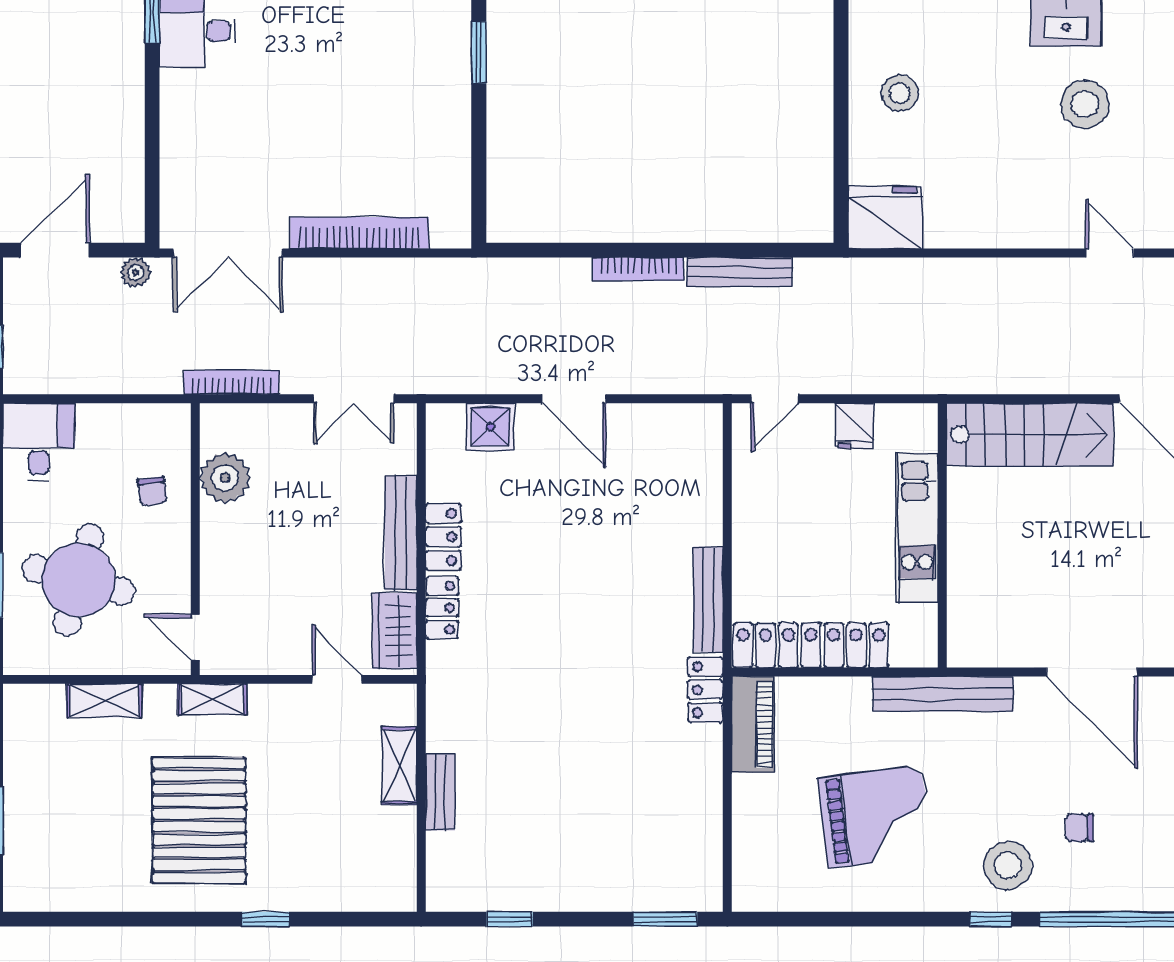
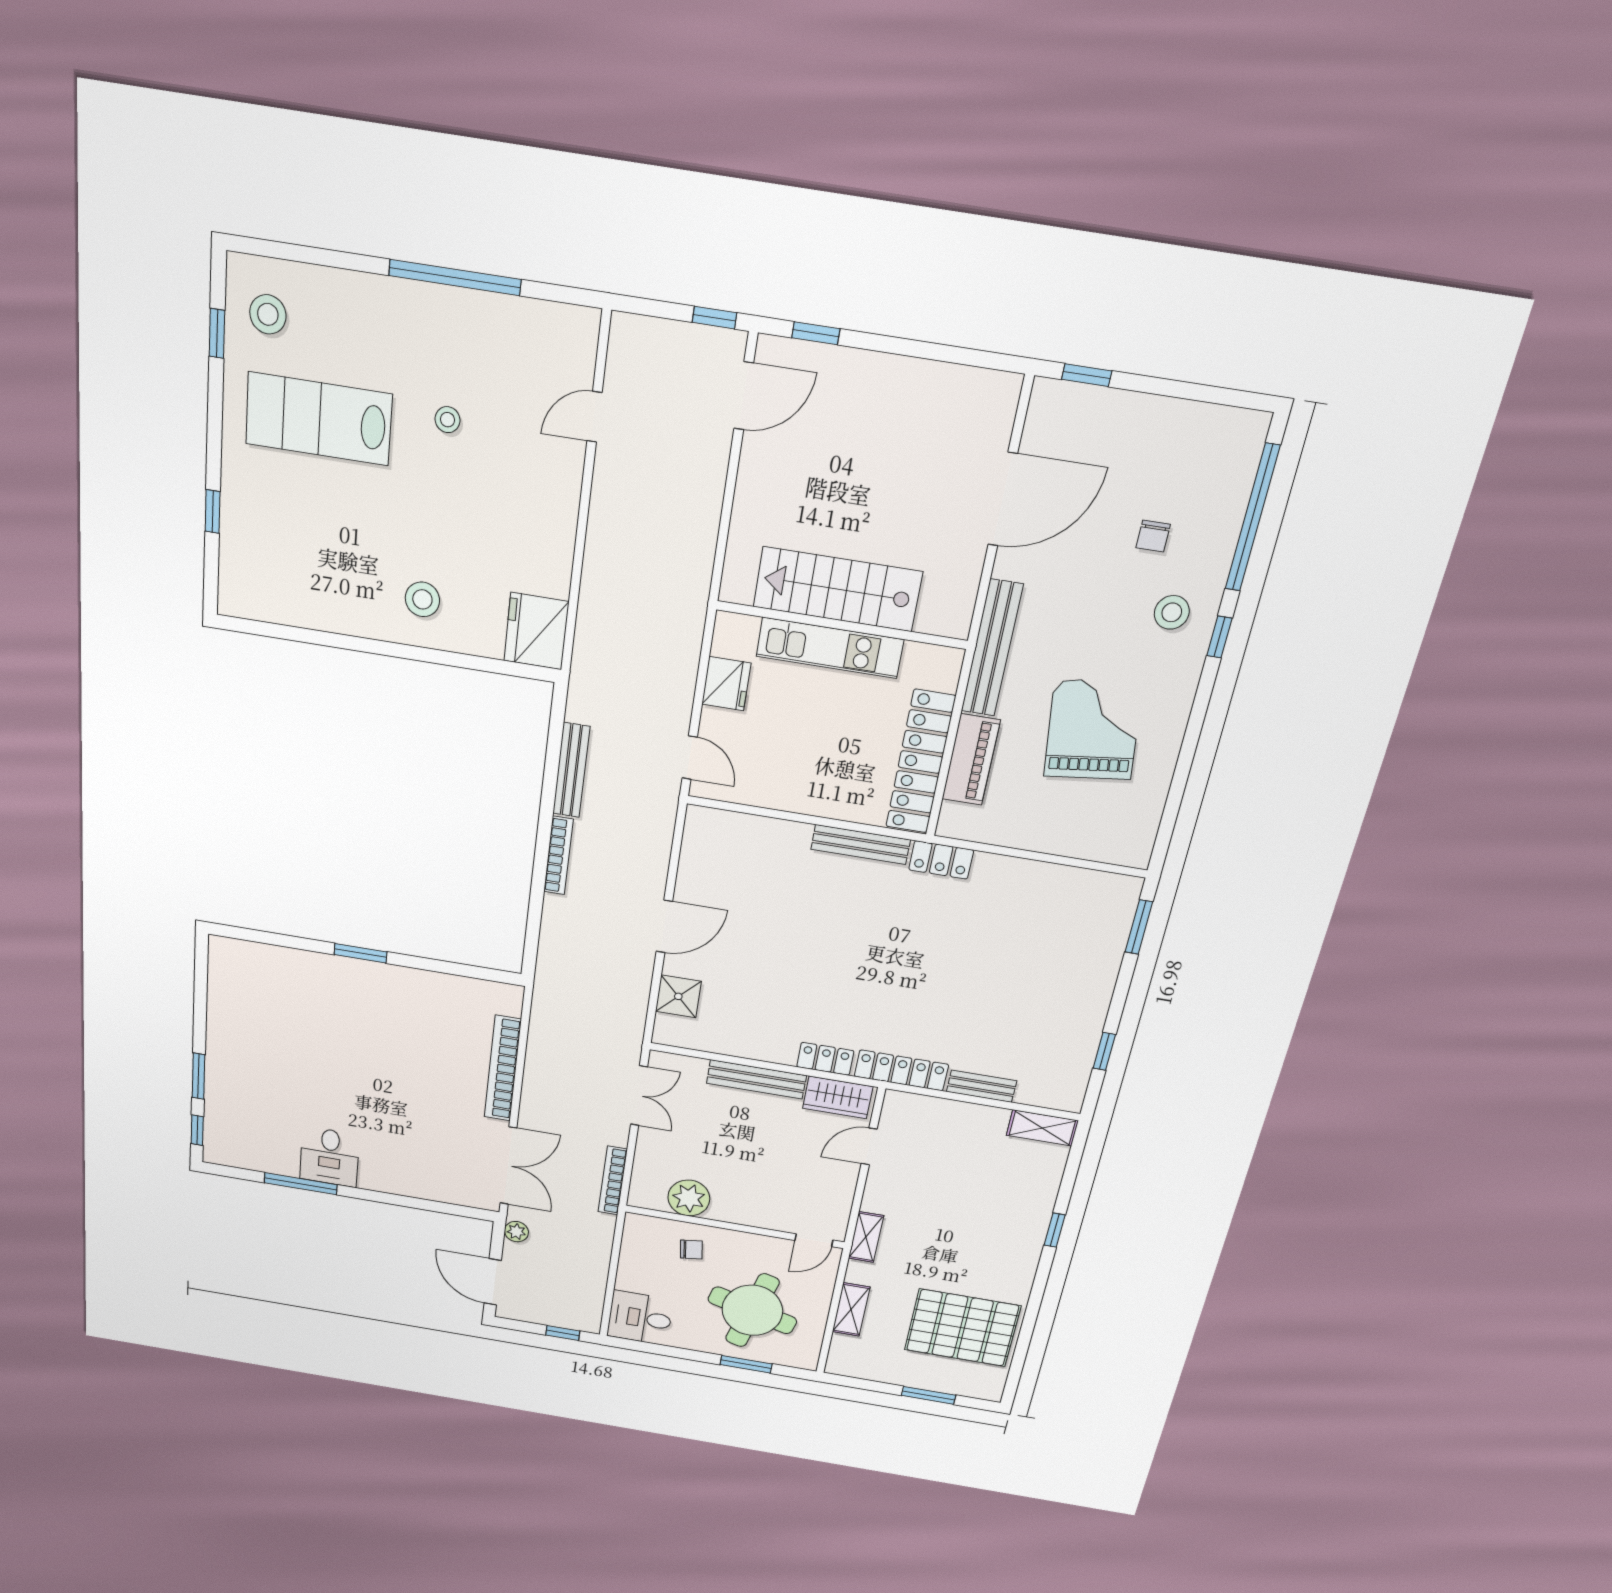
stool: (1085, 104) -> (447, 420), width x0.53, depth x0.53
fridge: (855, 426) -> (726, 684), width x1.38
stairs: (1030, 435) -> (838, 589), moved, turned -90
locker: (443, 537) -> (901, 1070), moved, width x1.53
piano: (753, 724) -> (971, 760), moved, turned 90
shelving: (399, 766) -> (1042, 1128), moved
pallet: (199, 820) -> (962, 1328), moved
stool: (1008, 865) -> (1172, 612), width x0.73, depth x0.73

